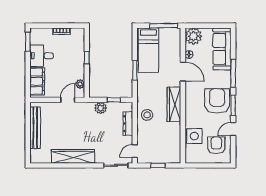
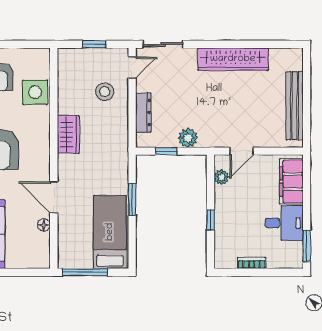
plant: (193, 36) -> (37, 255), removed
wardrobe: (174, 104) -> (68, 134), width x0.67
stool: (147, 115) -> (105, 92), moved

